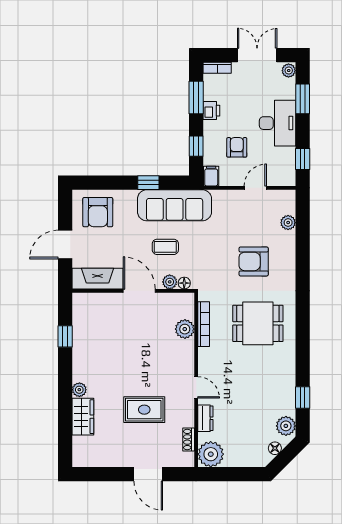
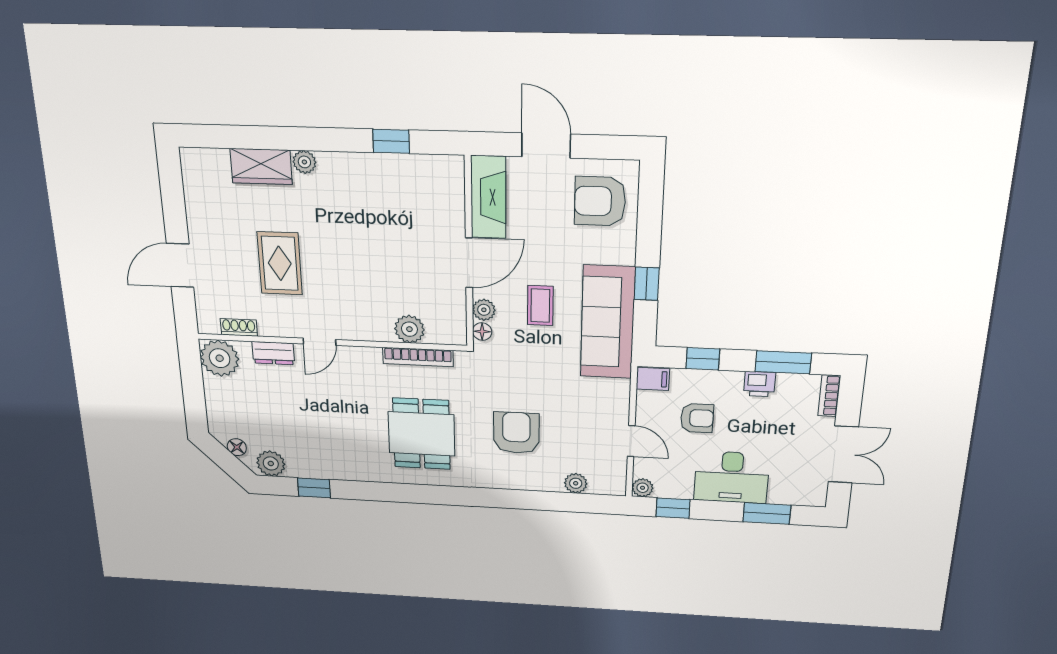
plant: (289, 71) -> (643, 488), moved

